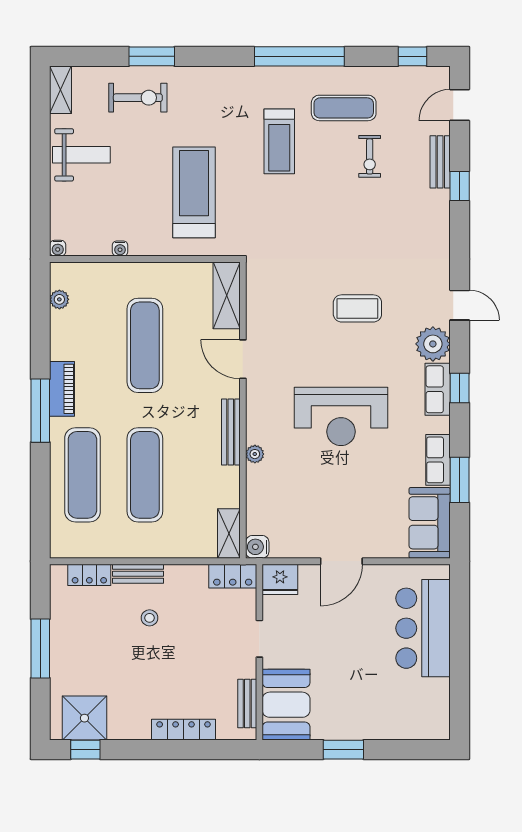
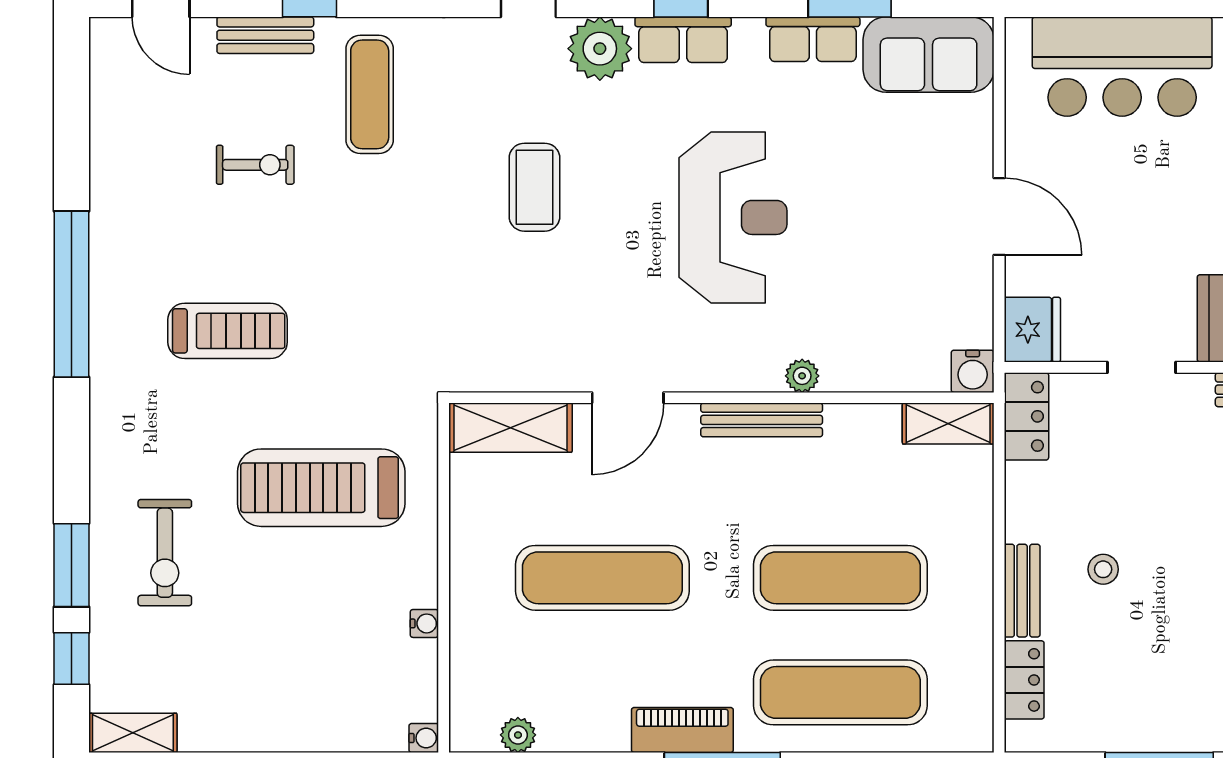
window: (412, 56) -> (71, 658), moved
exercise bike: (138, 98) -> (165, 553), moved, turned 180
exercise mat: (344, 108) -> (370, 94), moved
weight bench: (81, 155) -> (252, 695), removed

